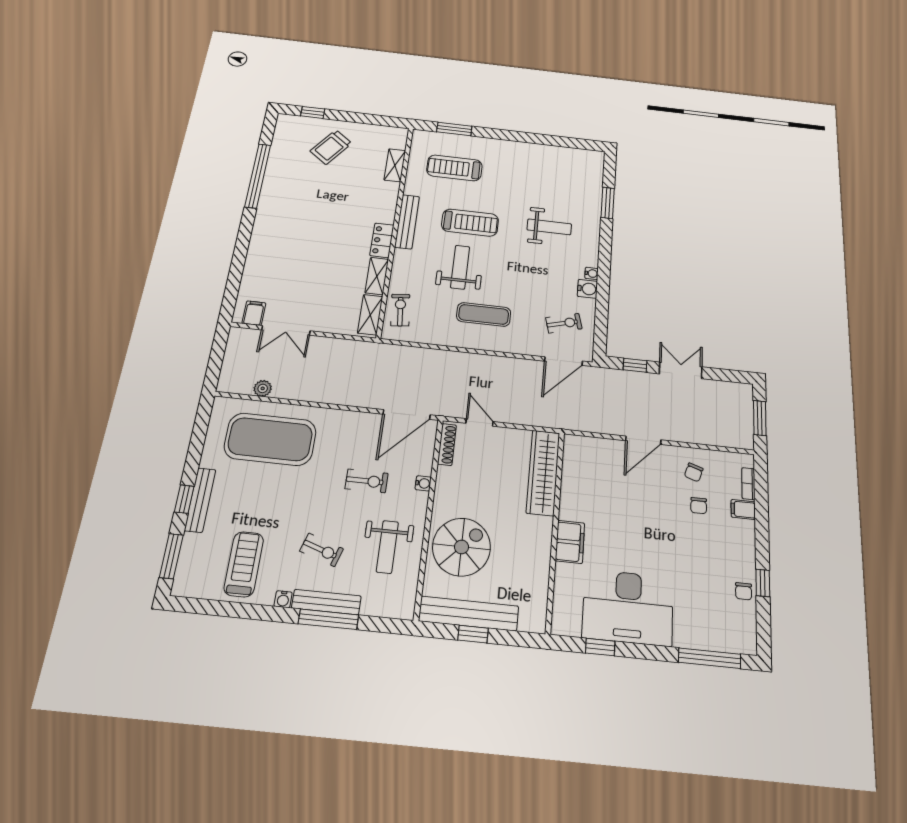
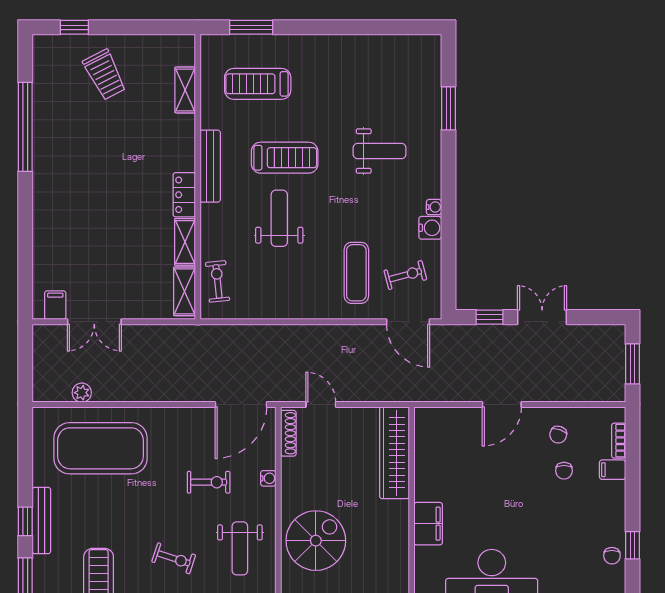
trolley: (331, 147) -> (105, 75), turned -64
exercise mat: (484, 315) -> (356, 273), moved, turned 90
door: (564, 361) -> (408, 322), hinge flipped

